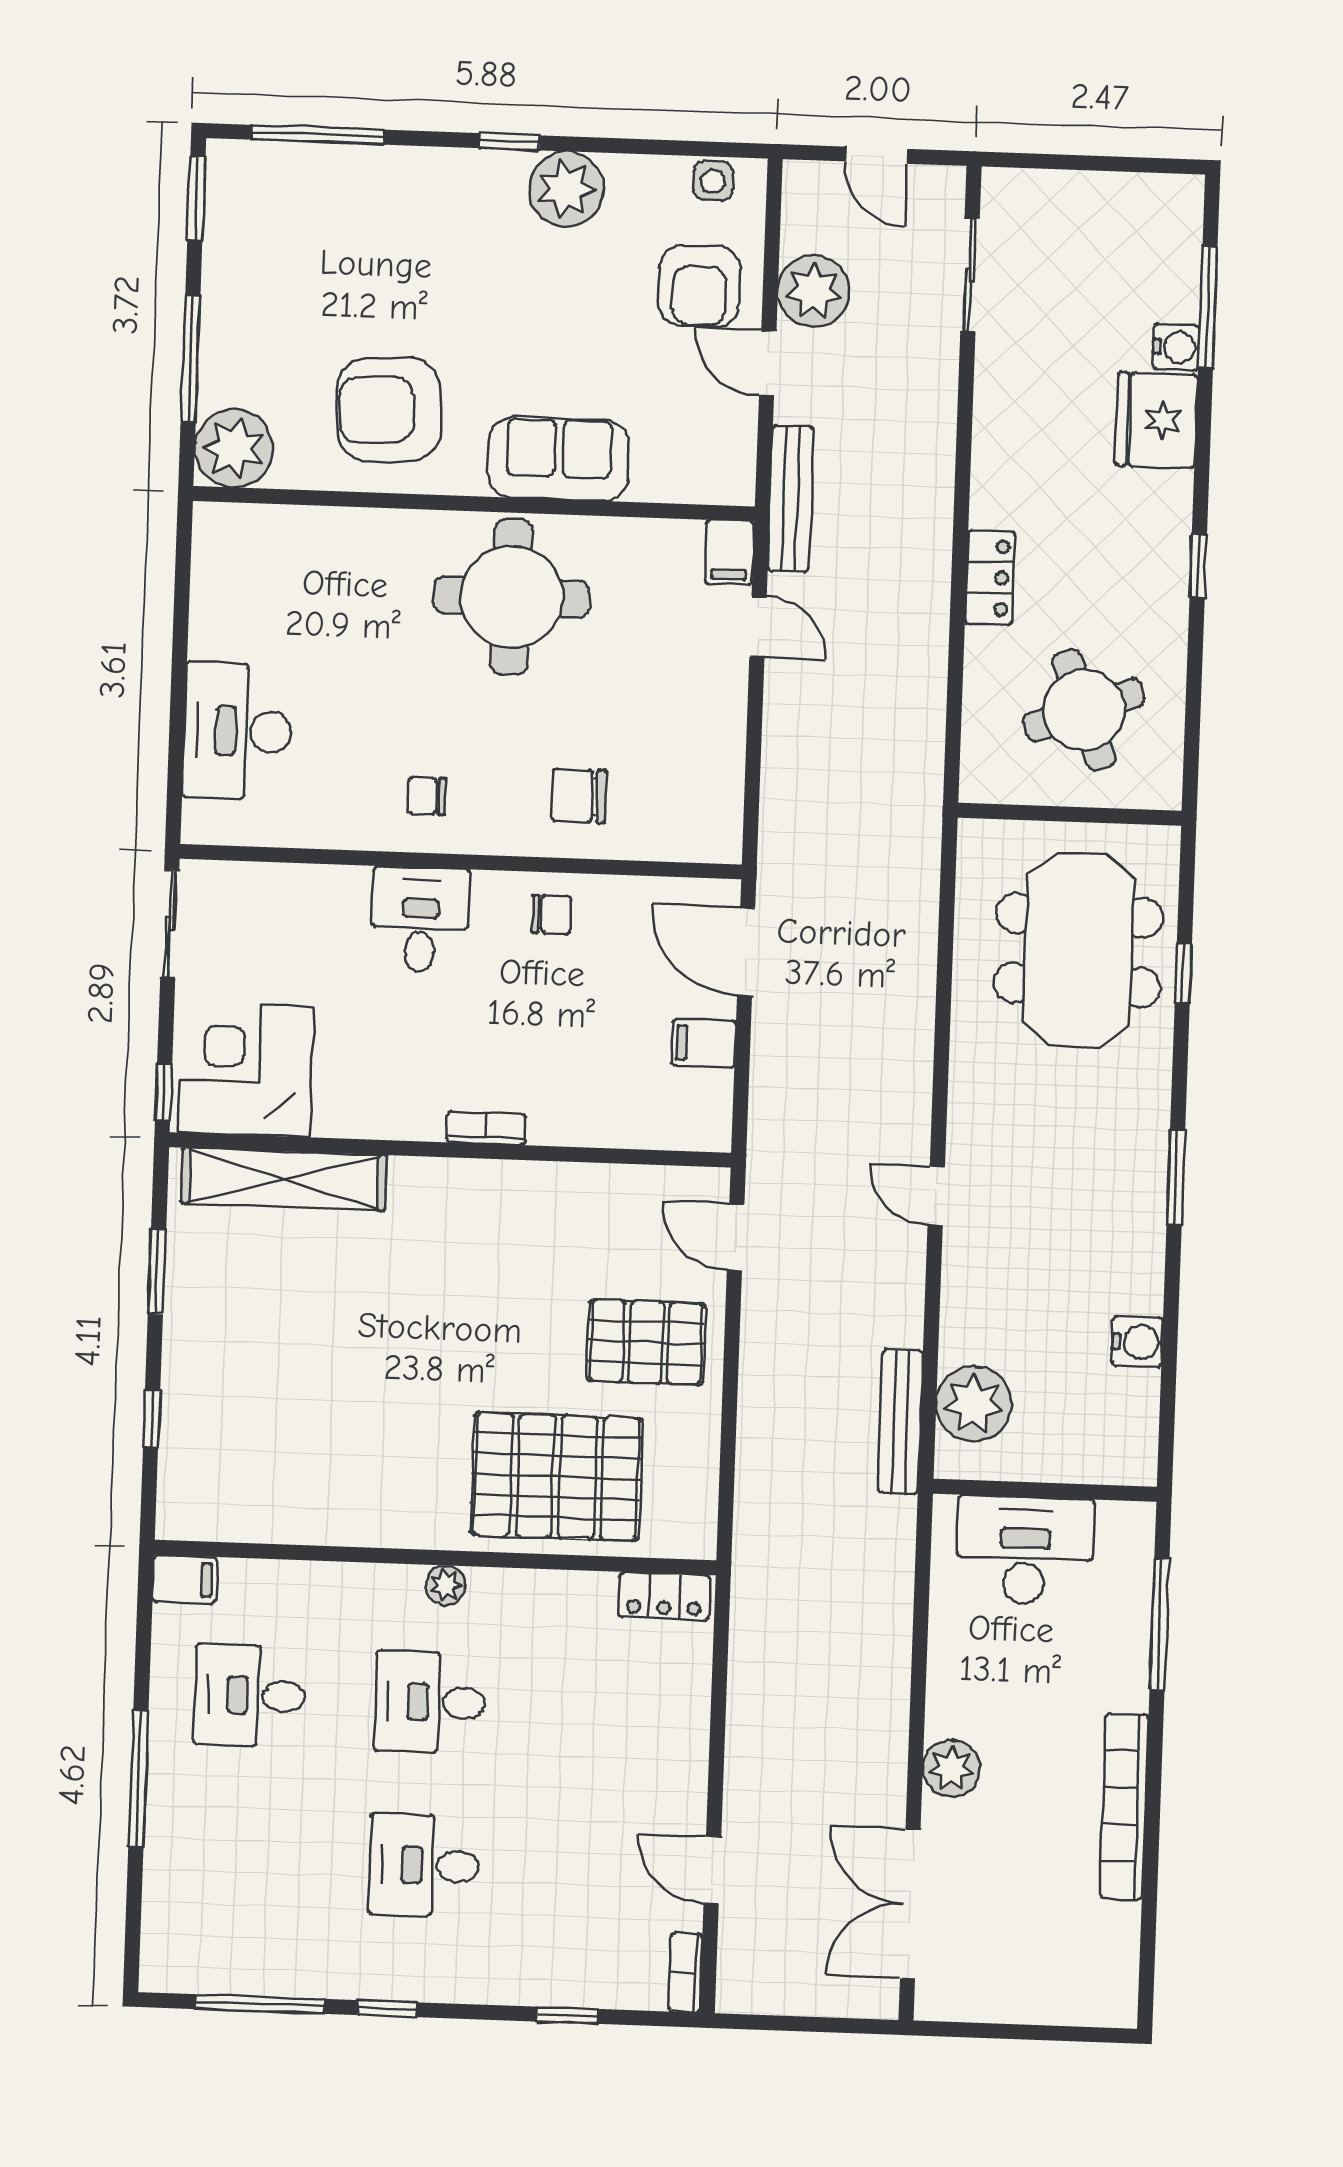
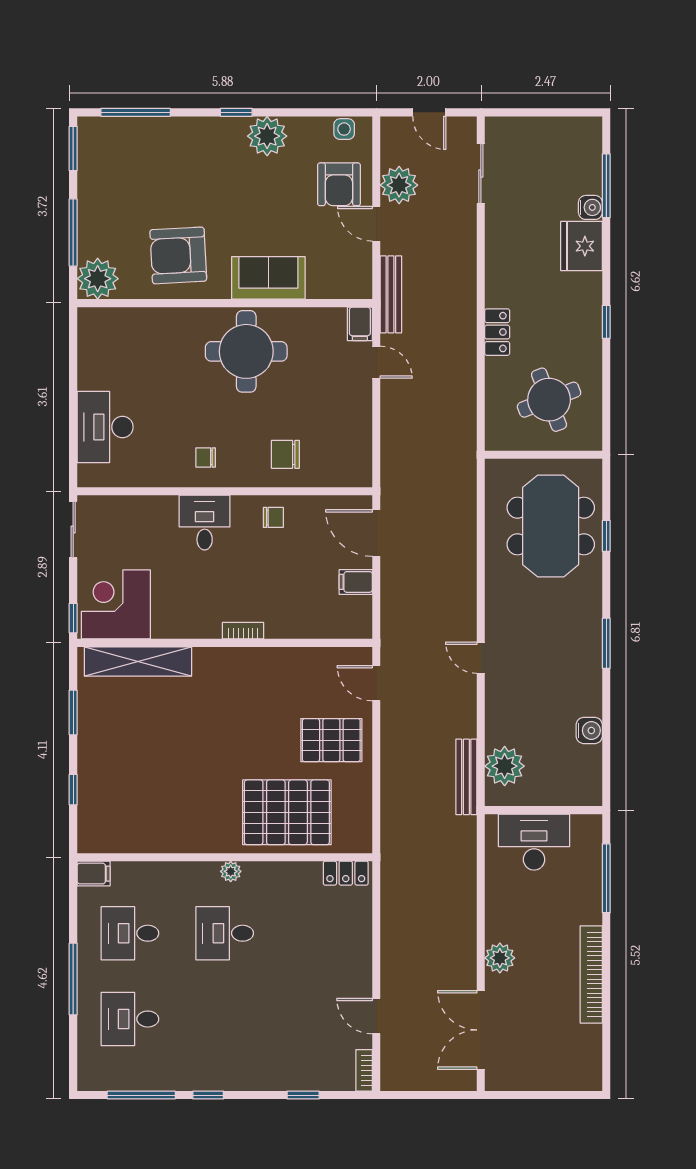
desk: (424, 1865) -> (130, 1019), moved

